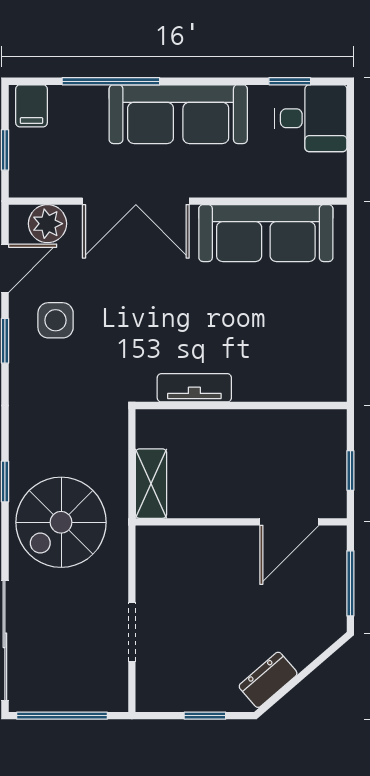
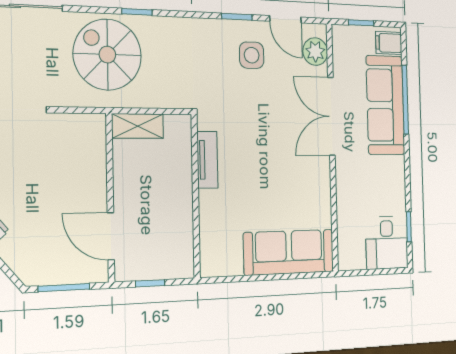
sofa: (178, 114) -> (385, 105), moved
sofa: (266, 233) -> (289, 252), moved, turned 90

